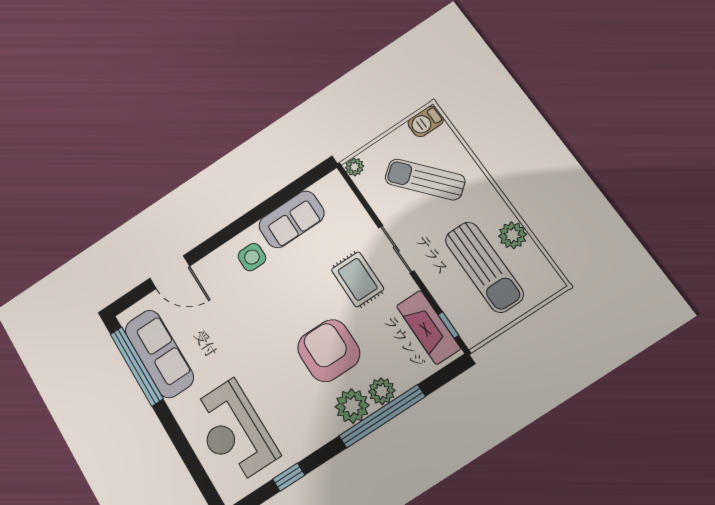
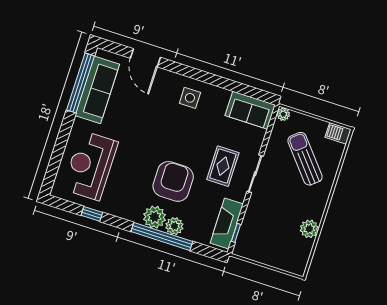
sofa: (292, 219) -> (250, 110), moved
sun lounger: (484, 267) -> (281, 227), removed

